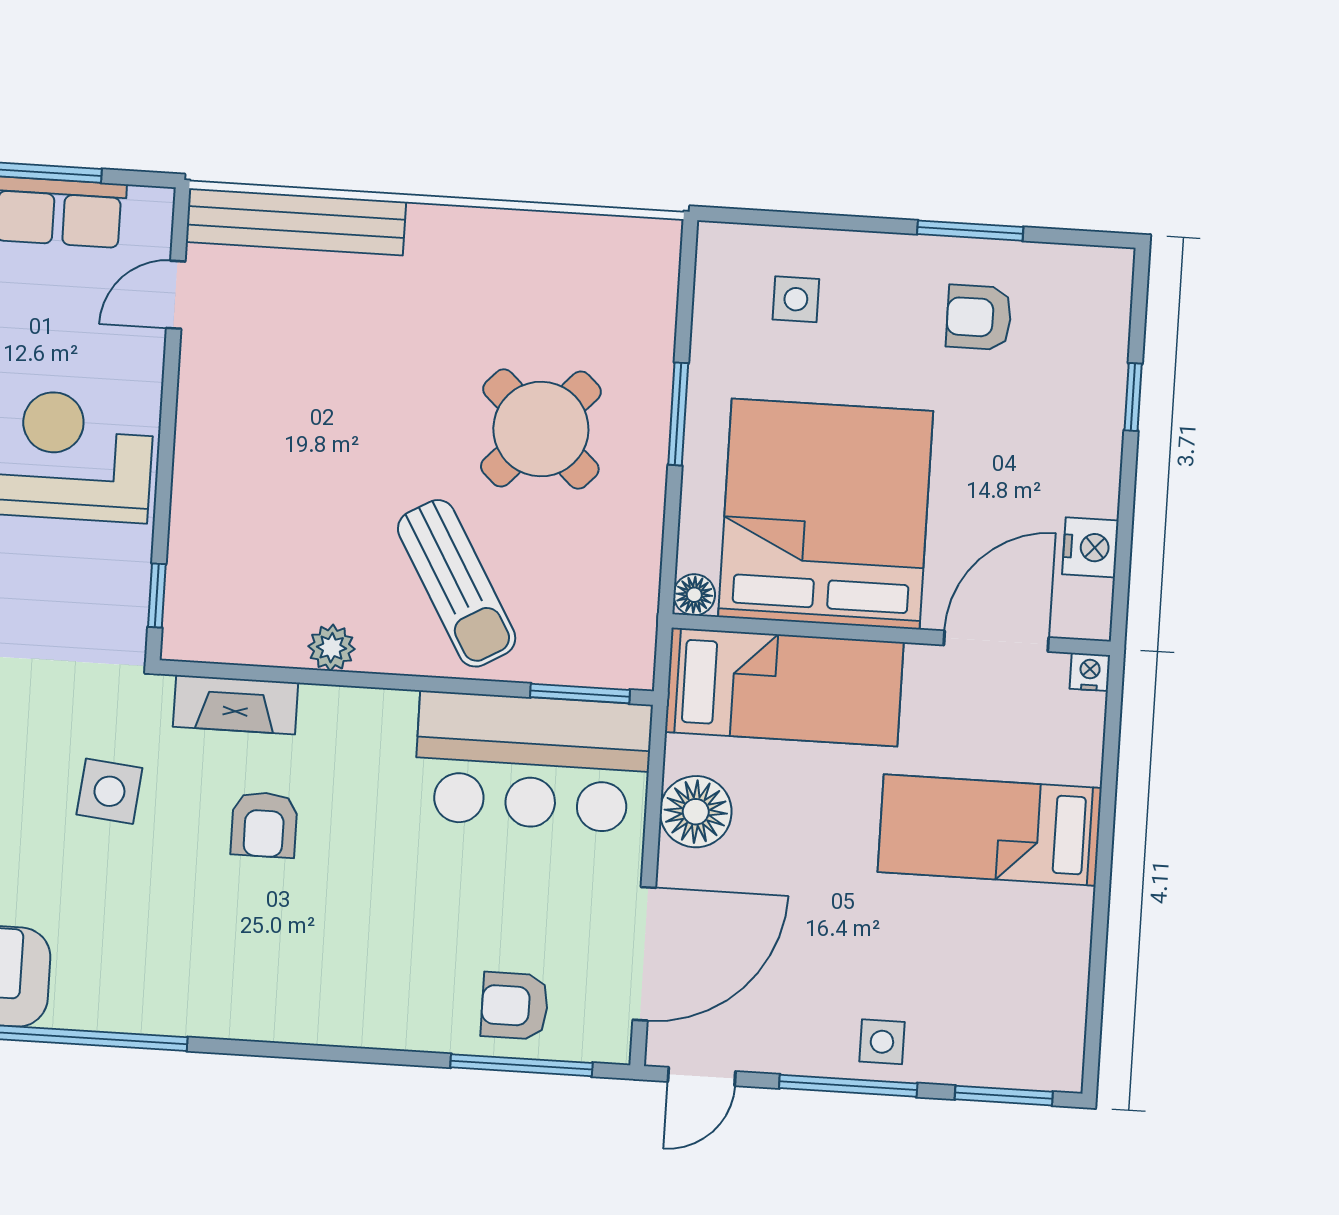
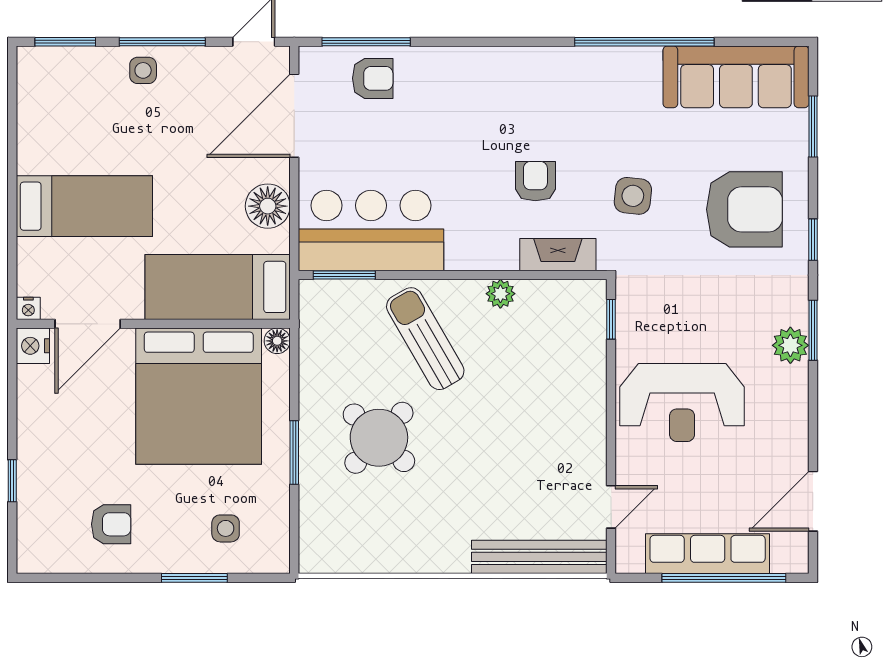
window: (970, 231) -> (194, 578), moved
nightstand: (1090, 547) -> (33, 346), moved

